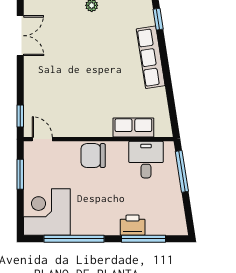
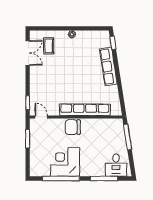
coffee table: (54, 24) -> (49, 46), added
row of seats: (133, 127) -> (85, 110), width x2.02
desk: (146, 160) -> (116, 165), moved, turned 180
corner desk: (47, 212) -> (65, 162), moved
printer: (133, 225) -> (97, 170), removed

